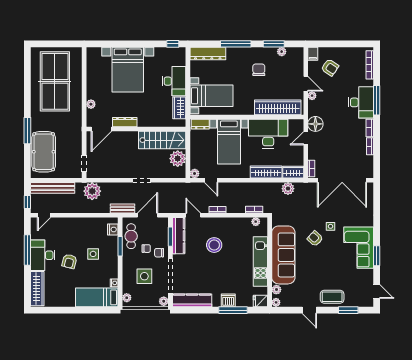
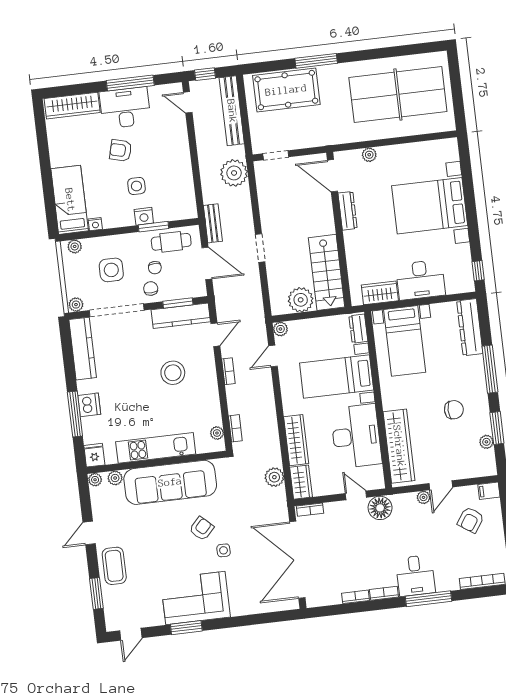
desk: (361, 102) -> (415, 576), width x0.73
nightstand: (113, 229) -> (144, 216), moved

